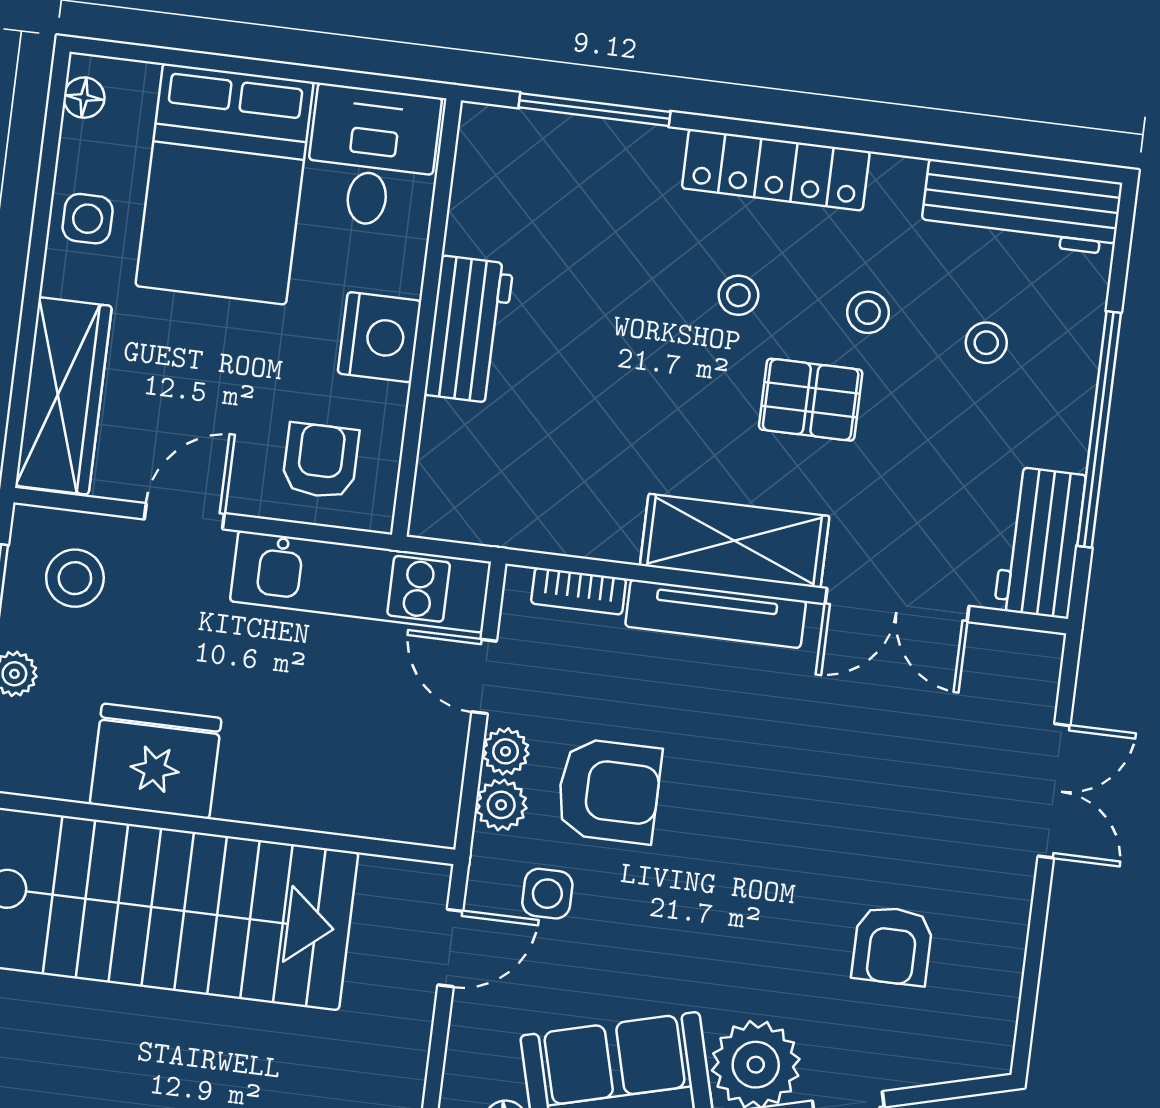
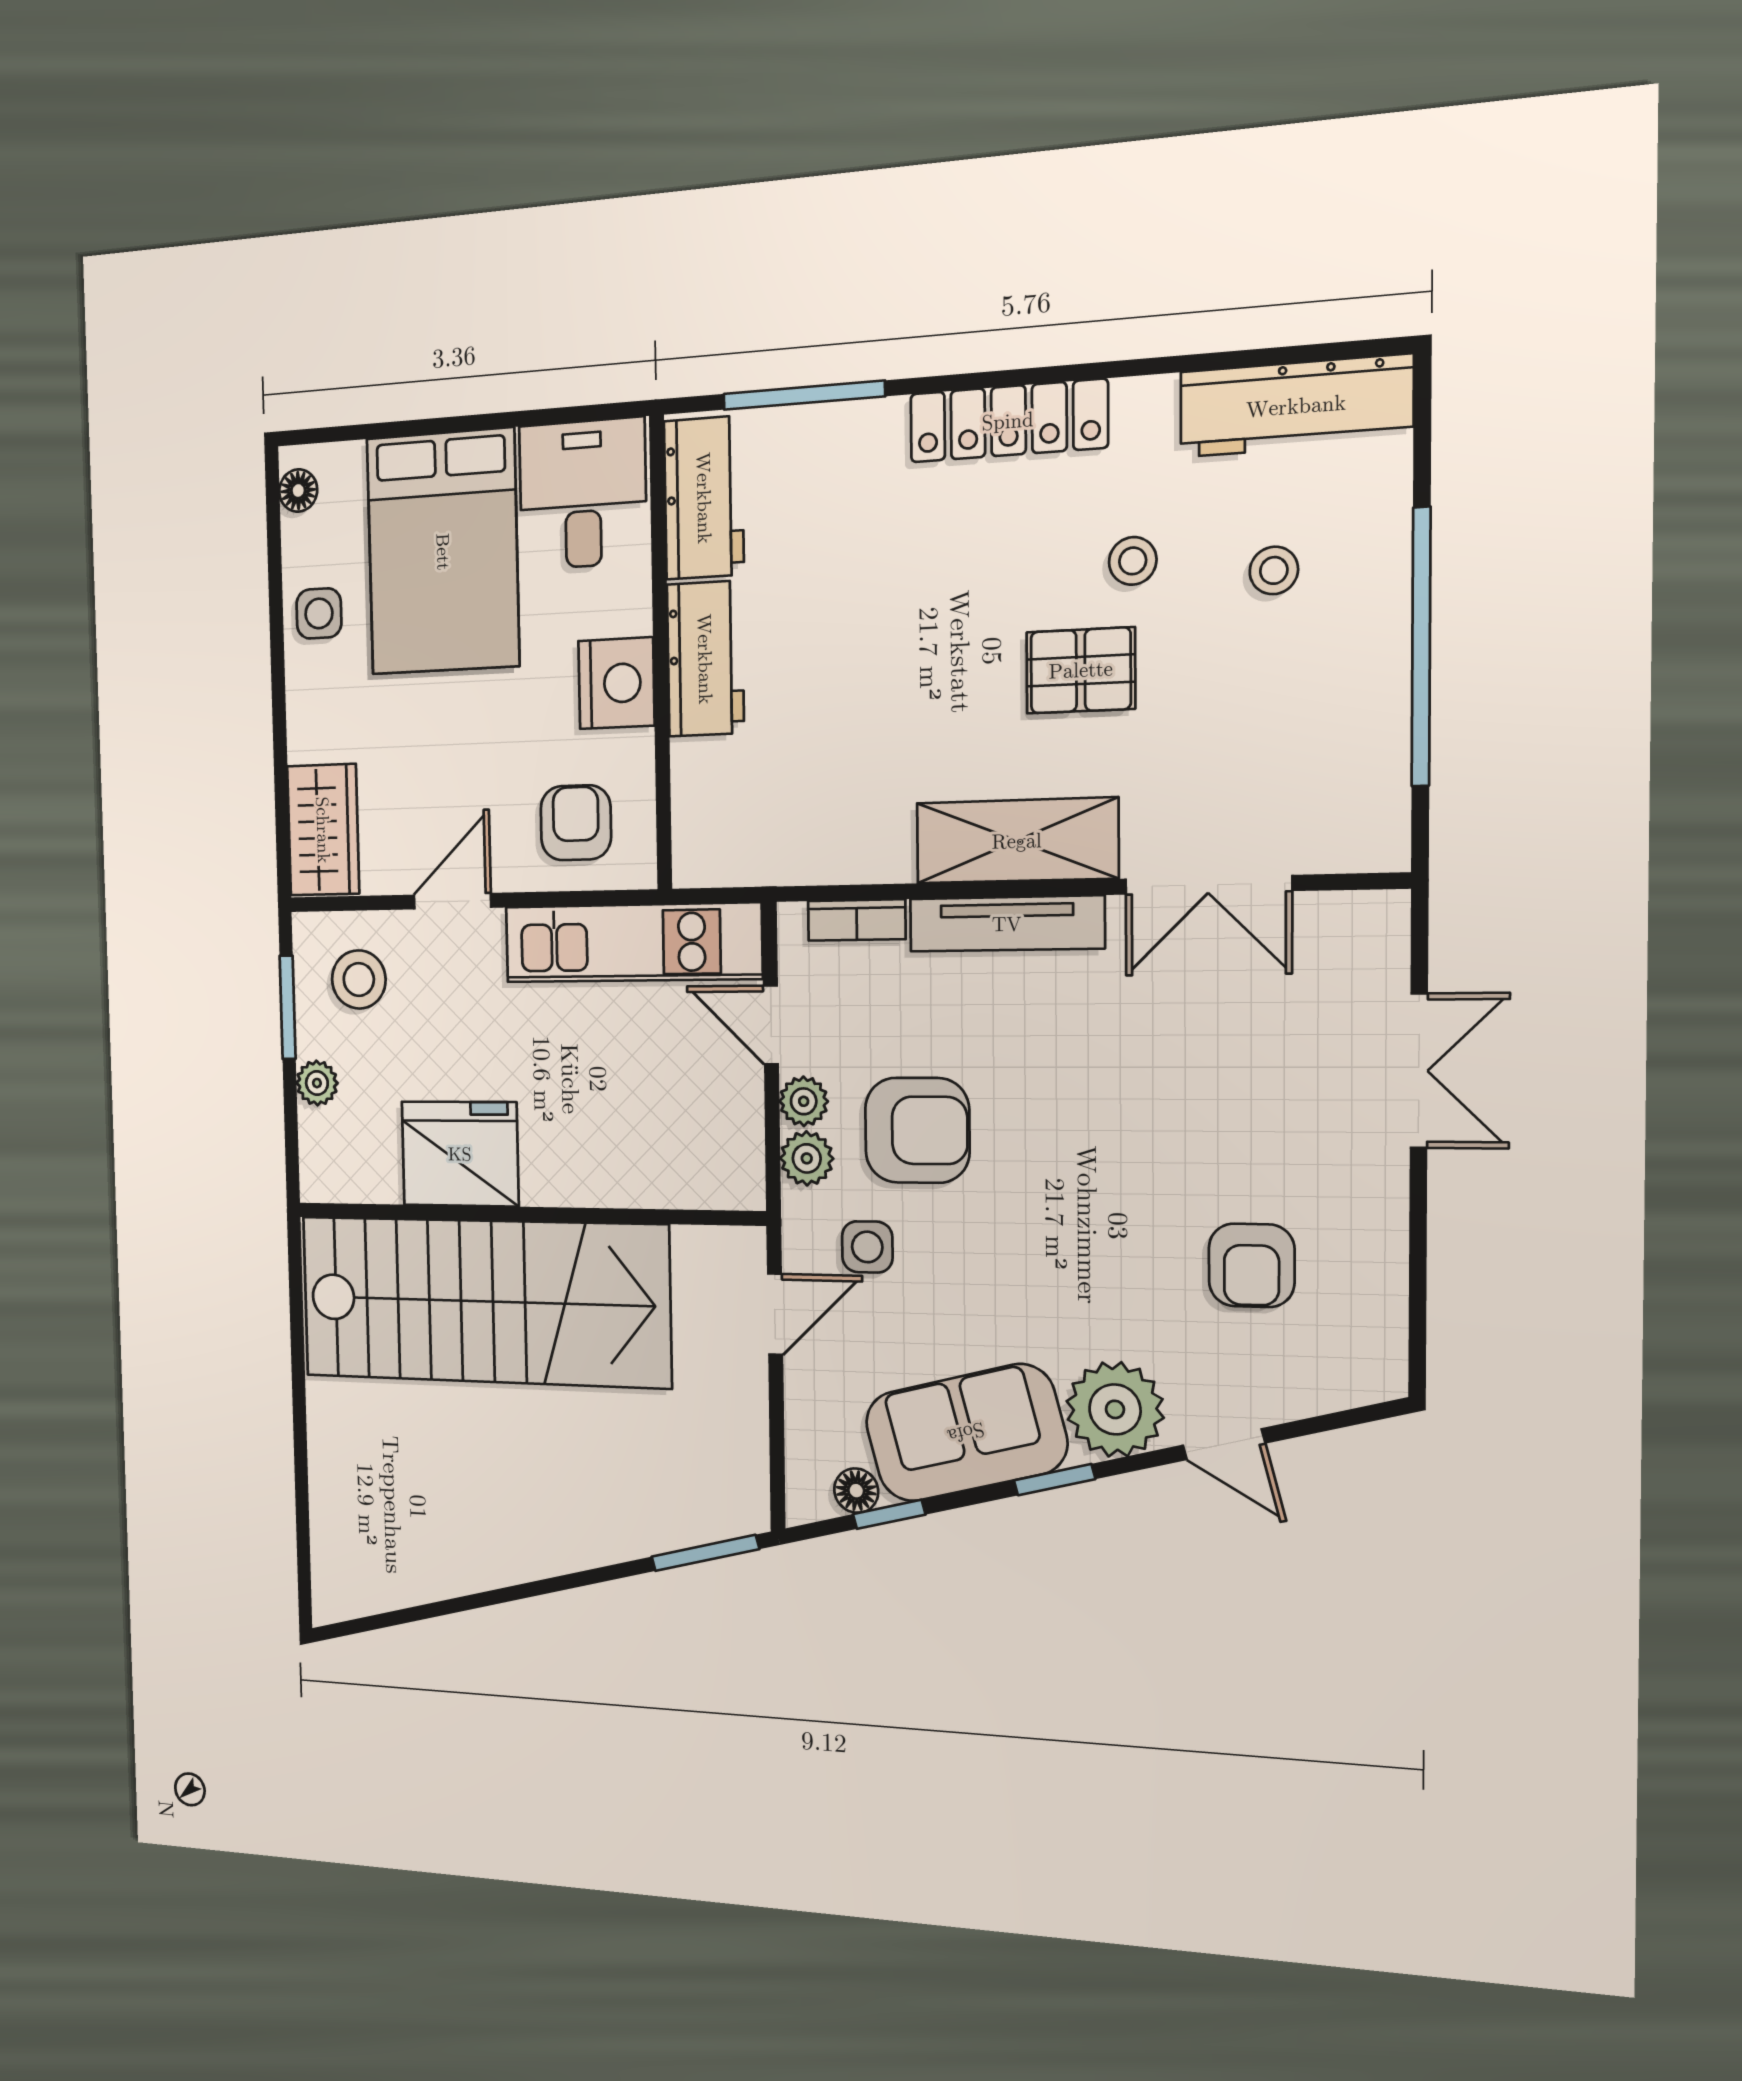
stool: (738, 295) -> (986, 569), removed
wardrobe: (64, 396) -> (323, 830), width x0.67
workbench: (1040, 542) -> (704, 498), moved, turned 180

